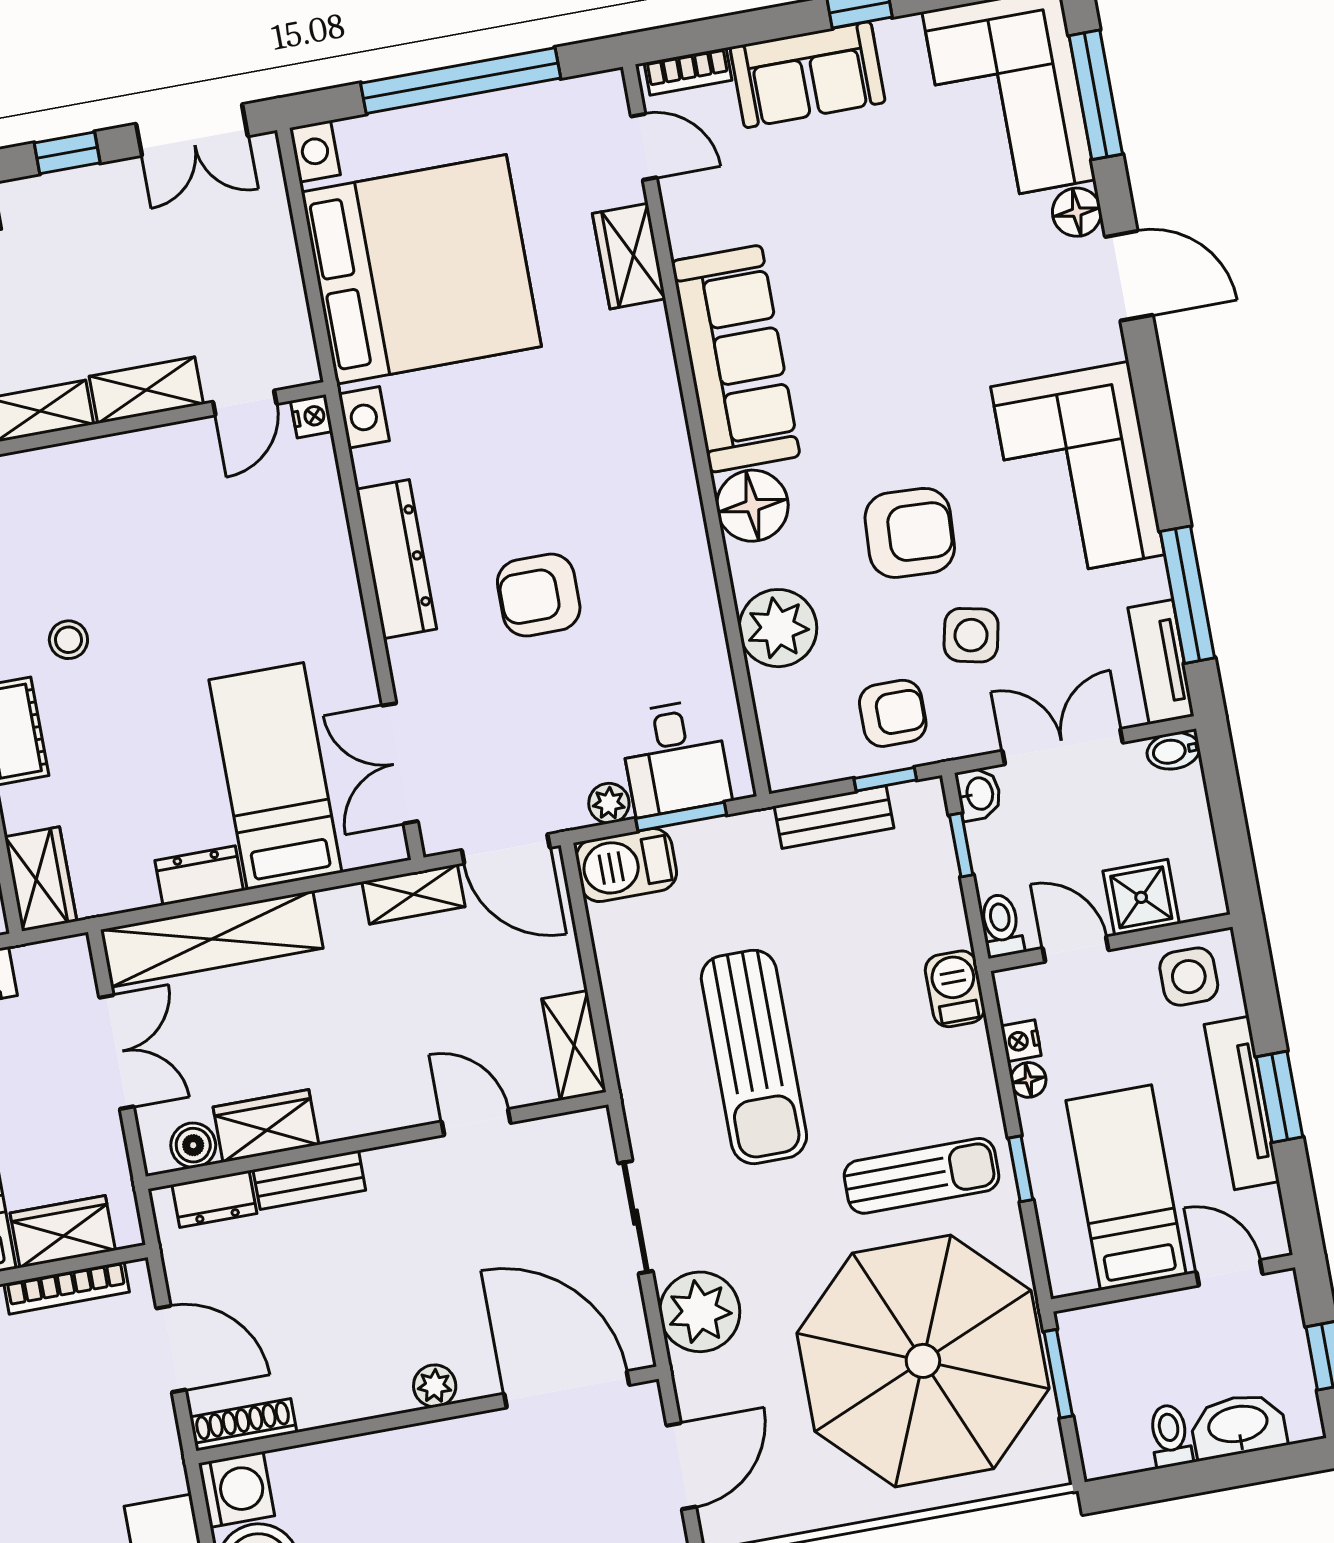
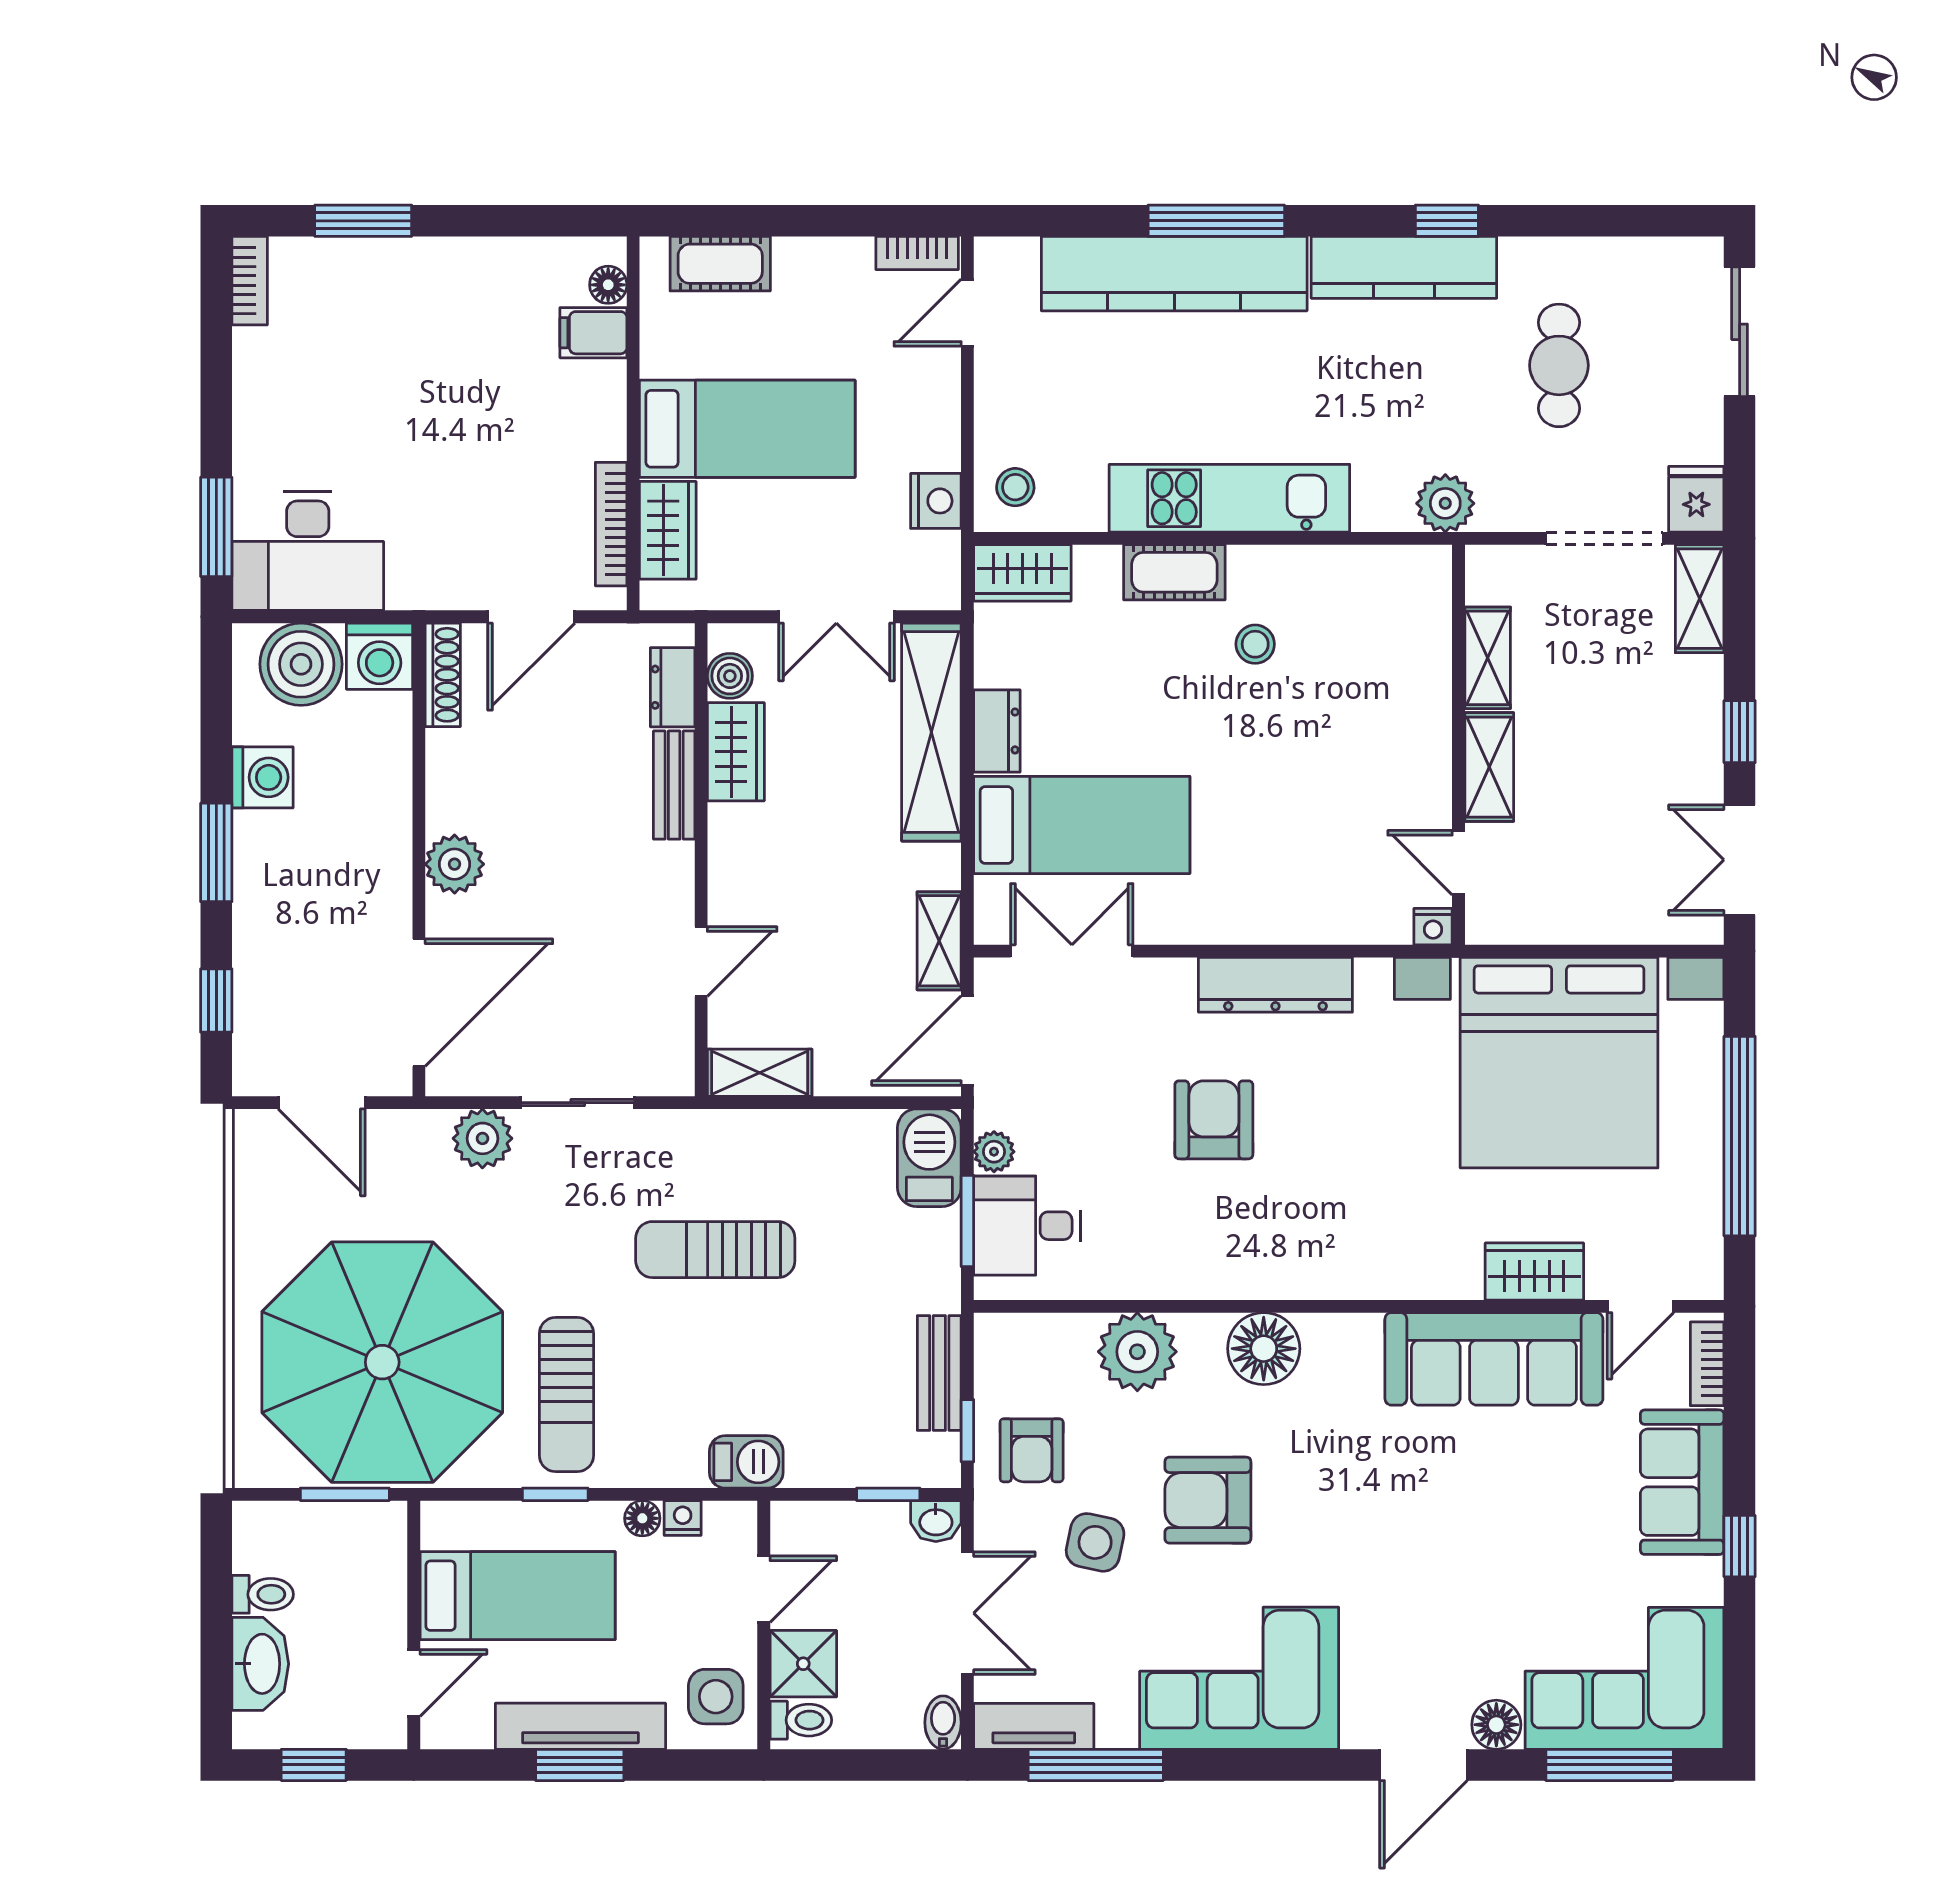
sofa: (736, 359) -> (1494, 1359), moved
armchair: (910, 533) -> (1208, 1500), turned 87
toilet: (1001, 925) -> (801, 1720), moved
sun lounger: (754, 1057) -> (715, 1250), width x0.73, depth x0.75
plant: (700, 1312) -> (482, 1138), width x0.73, depth x0.73
plant: (435, 1386) -> (455, 864), width x1.38, depth x1.38

